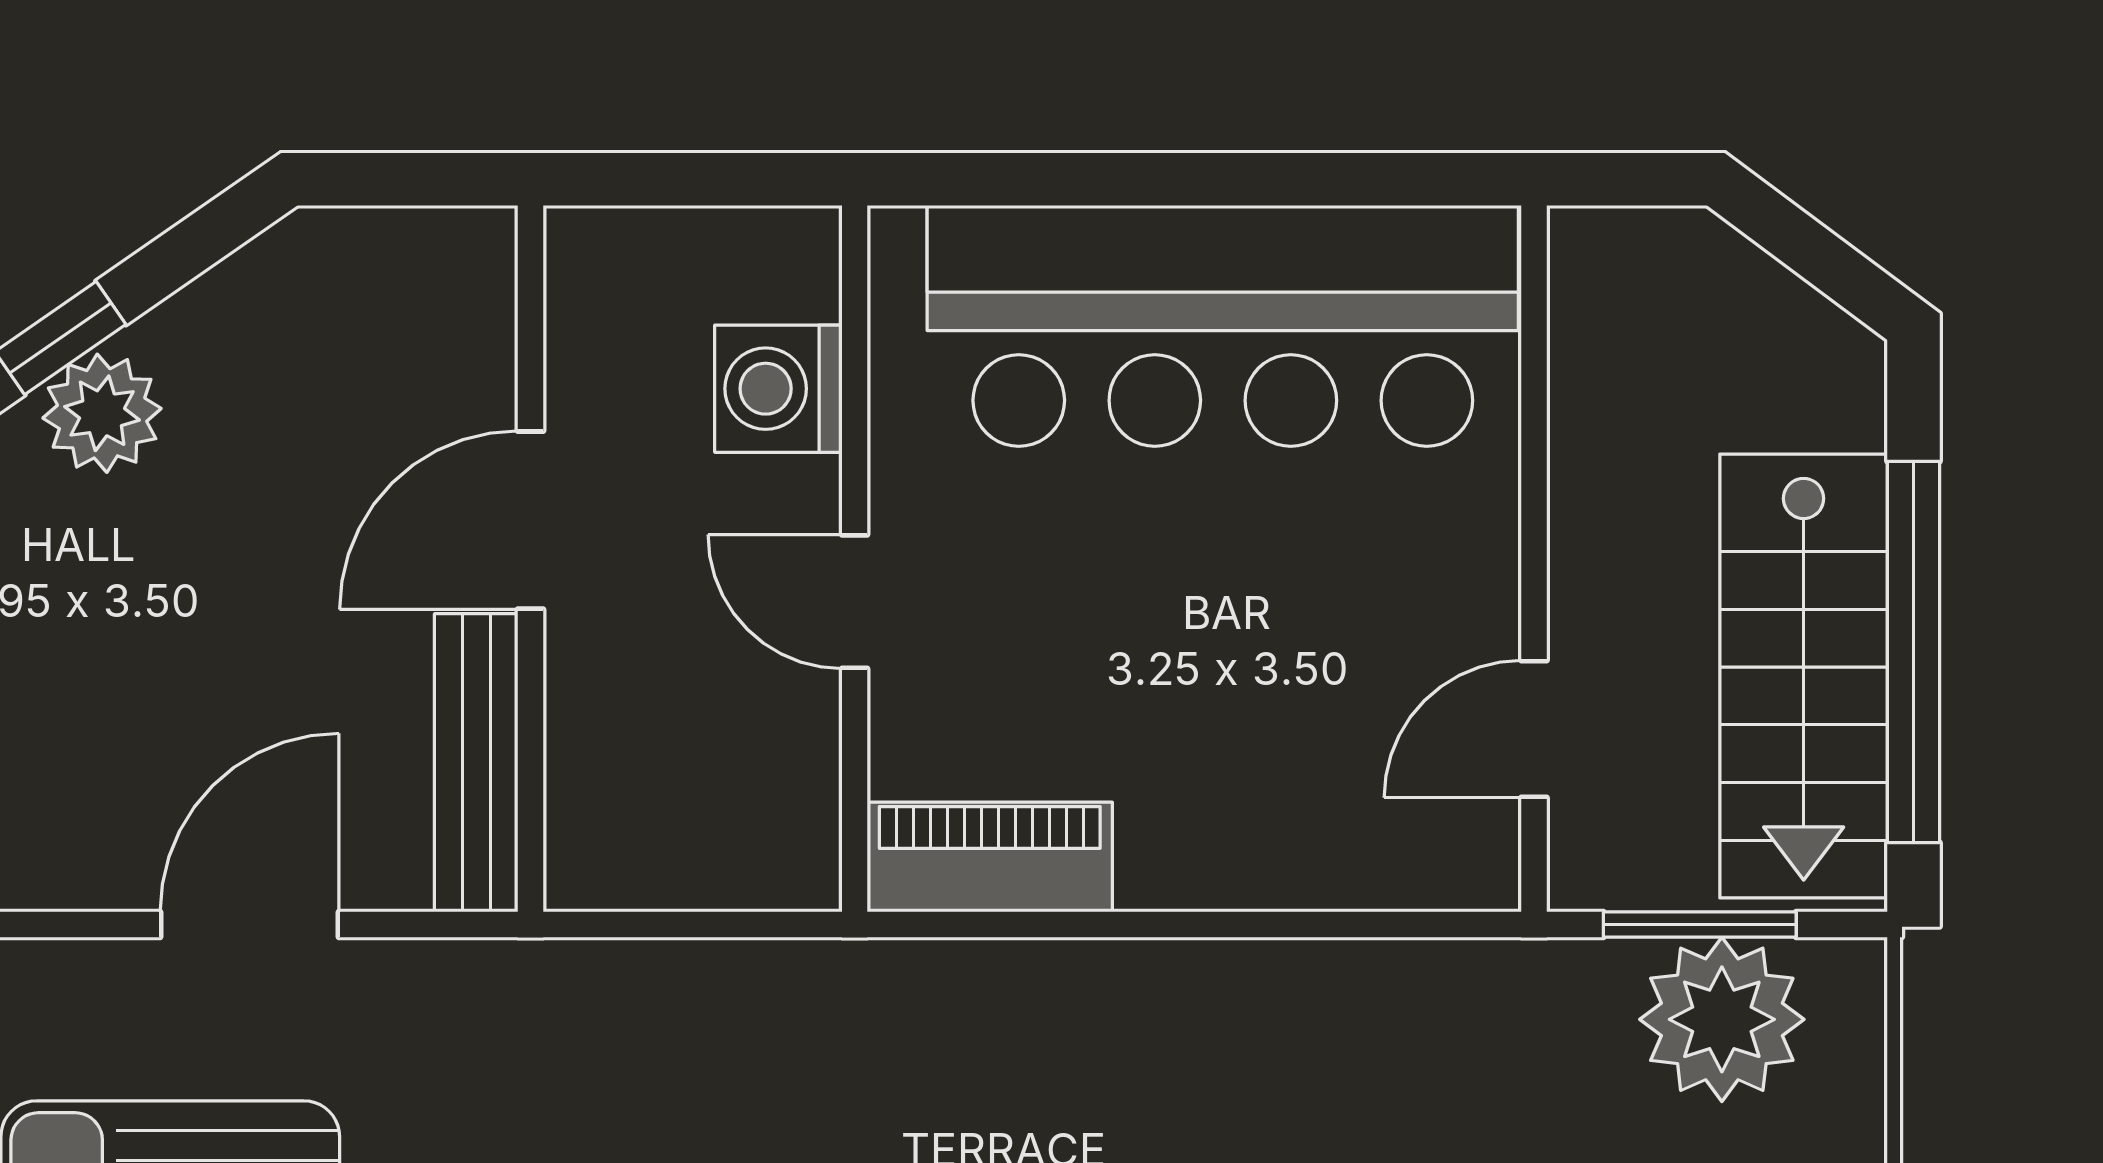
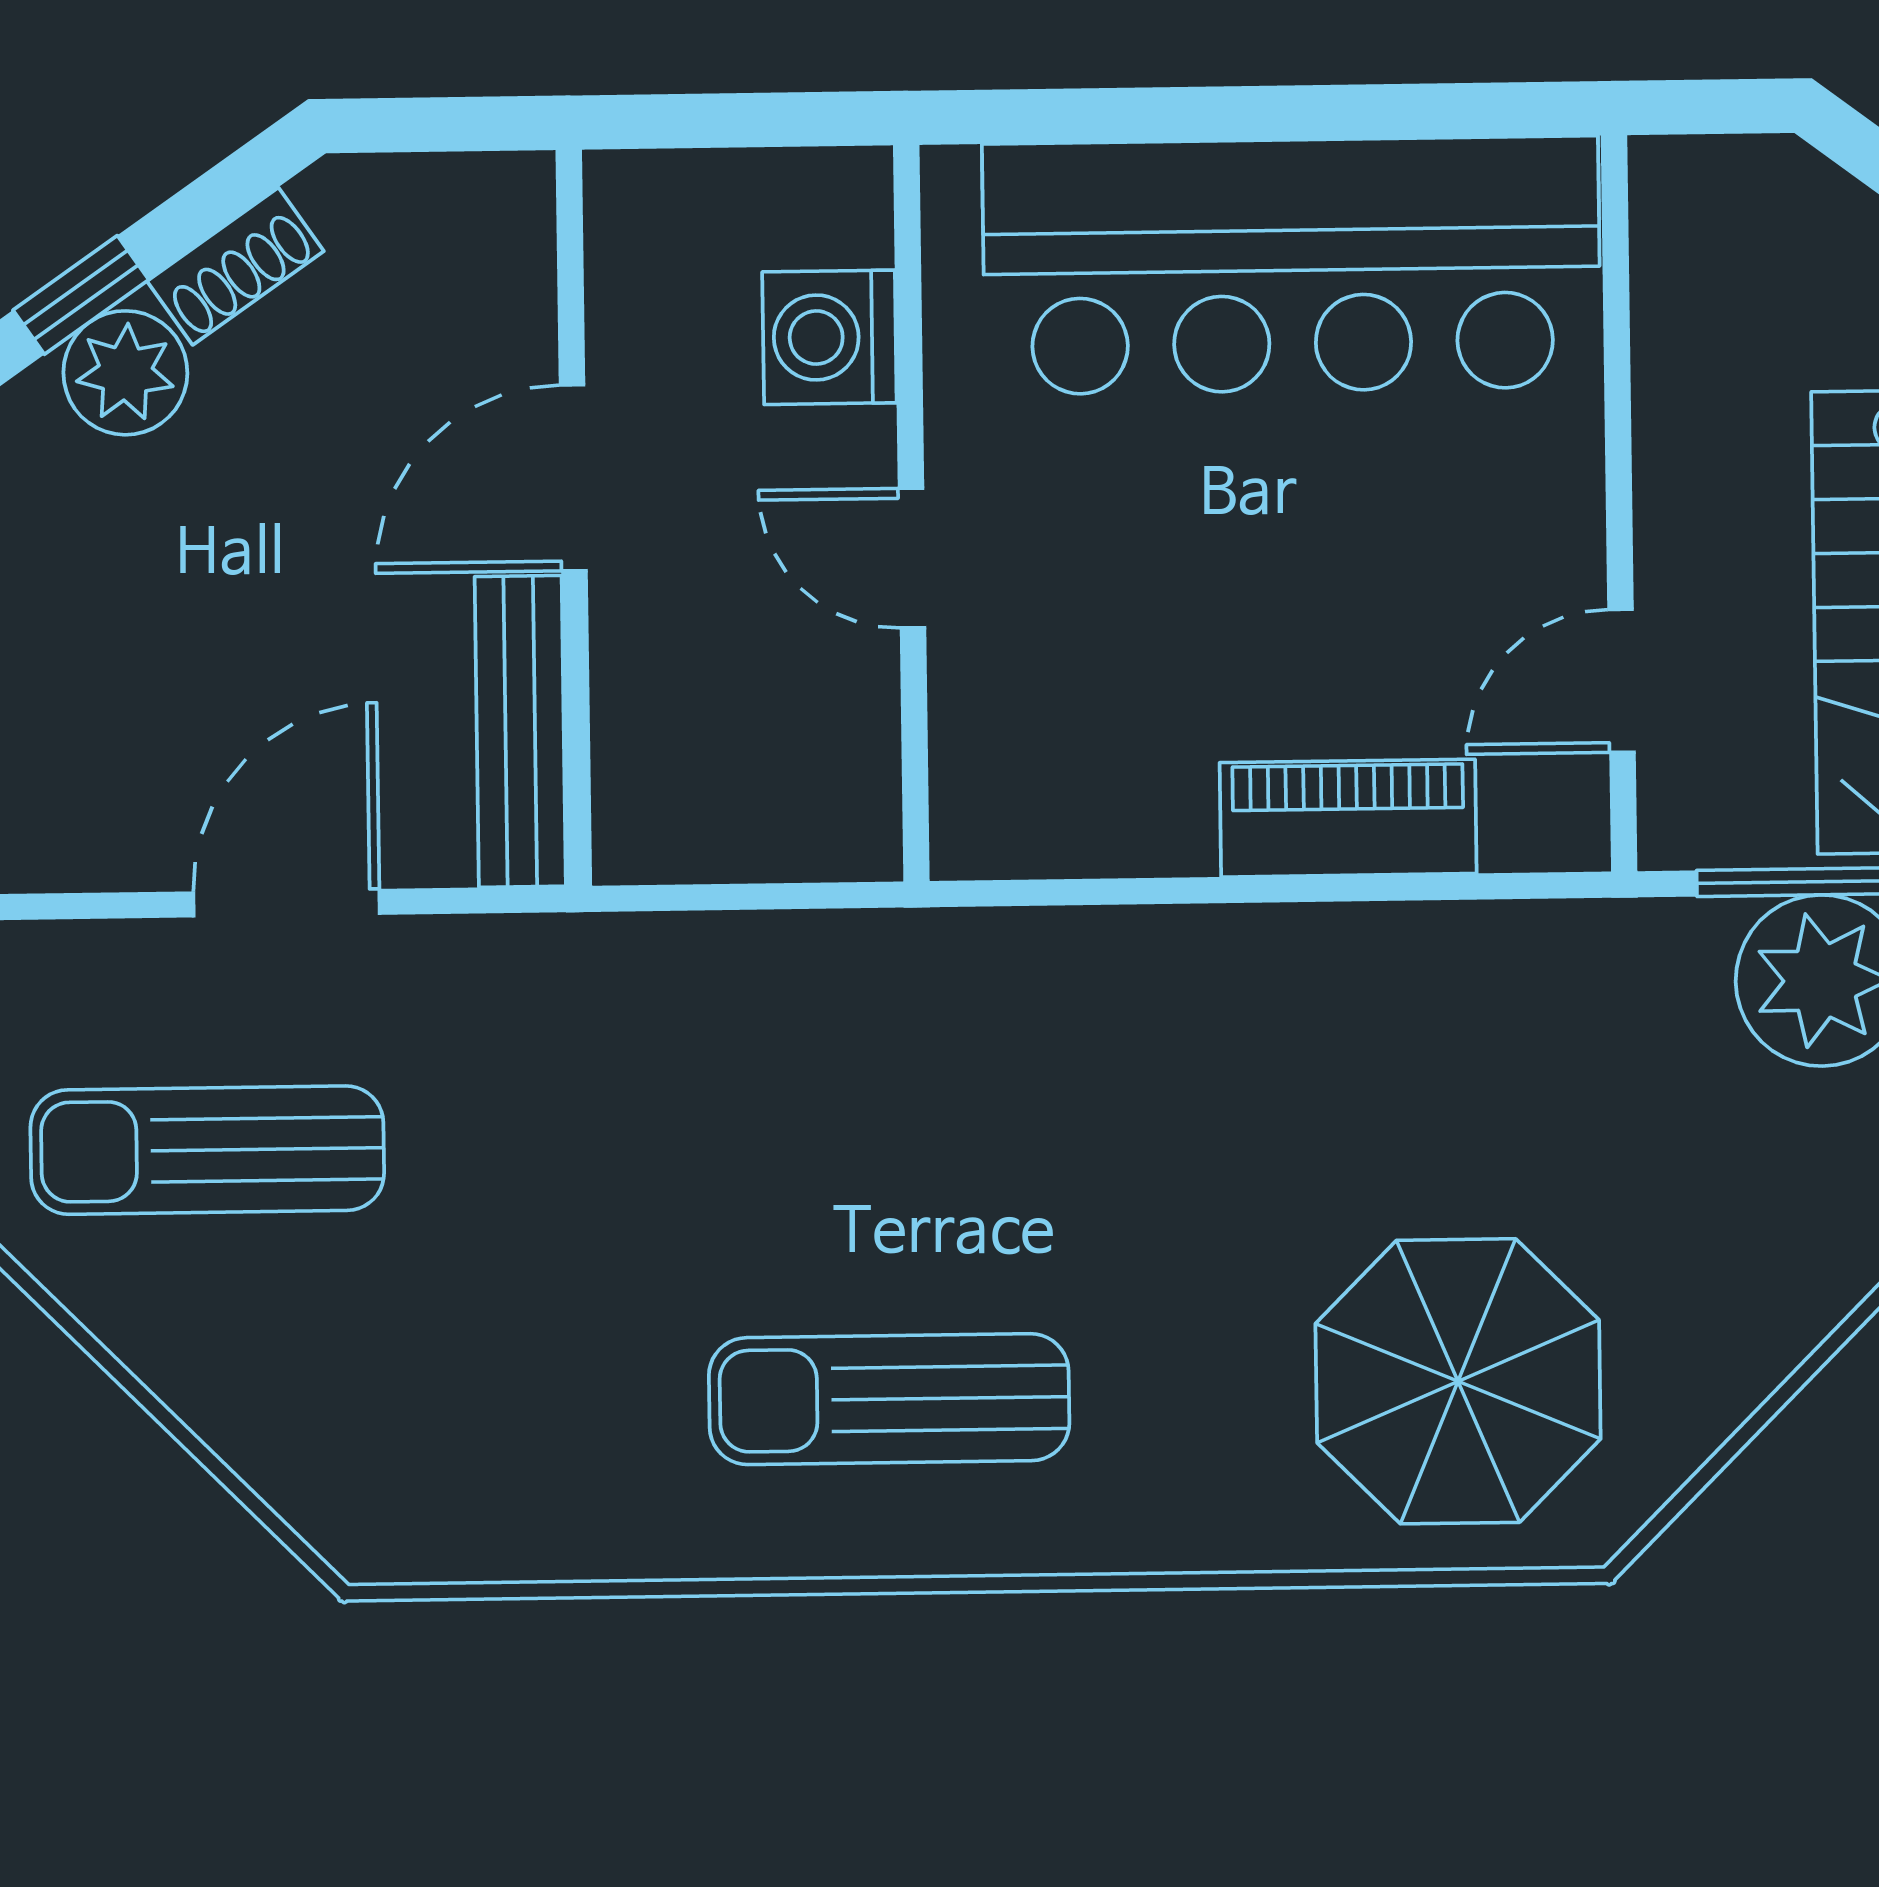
shoe rack: (209, 312) -> (235, 266), added
piano: (990, 857) -> (1348, 818), moved

